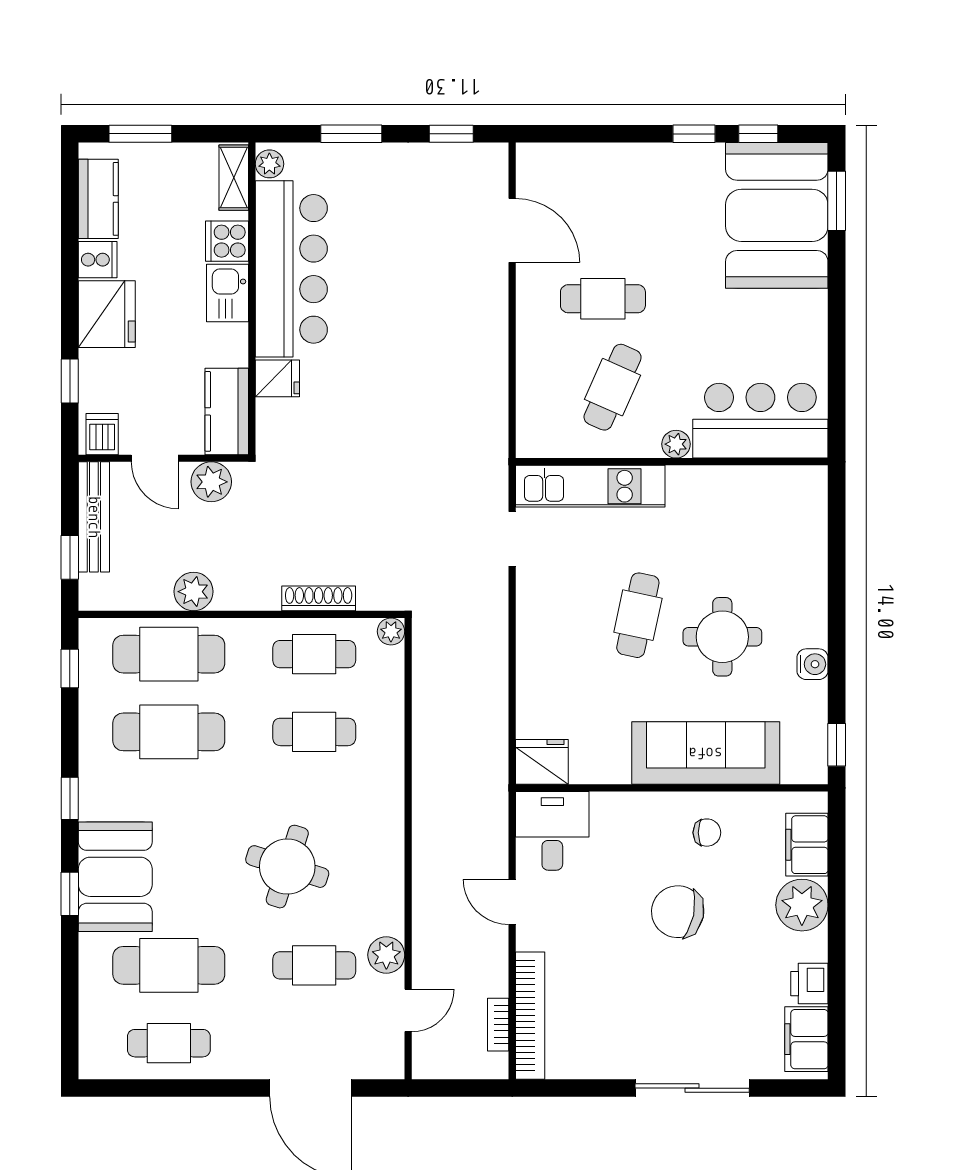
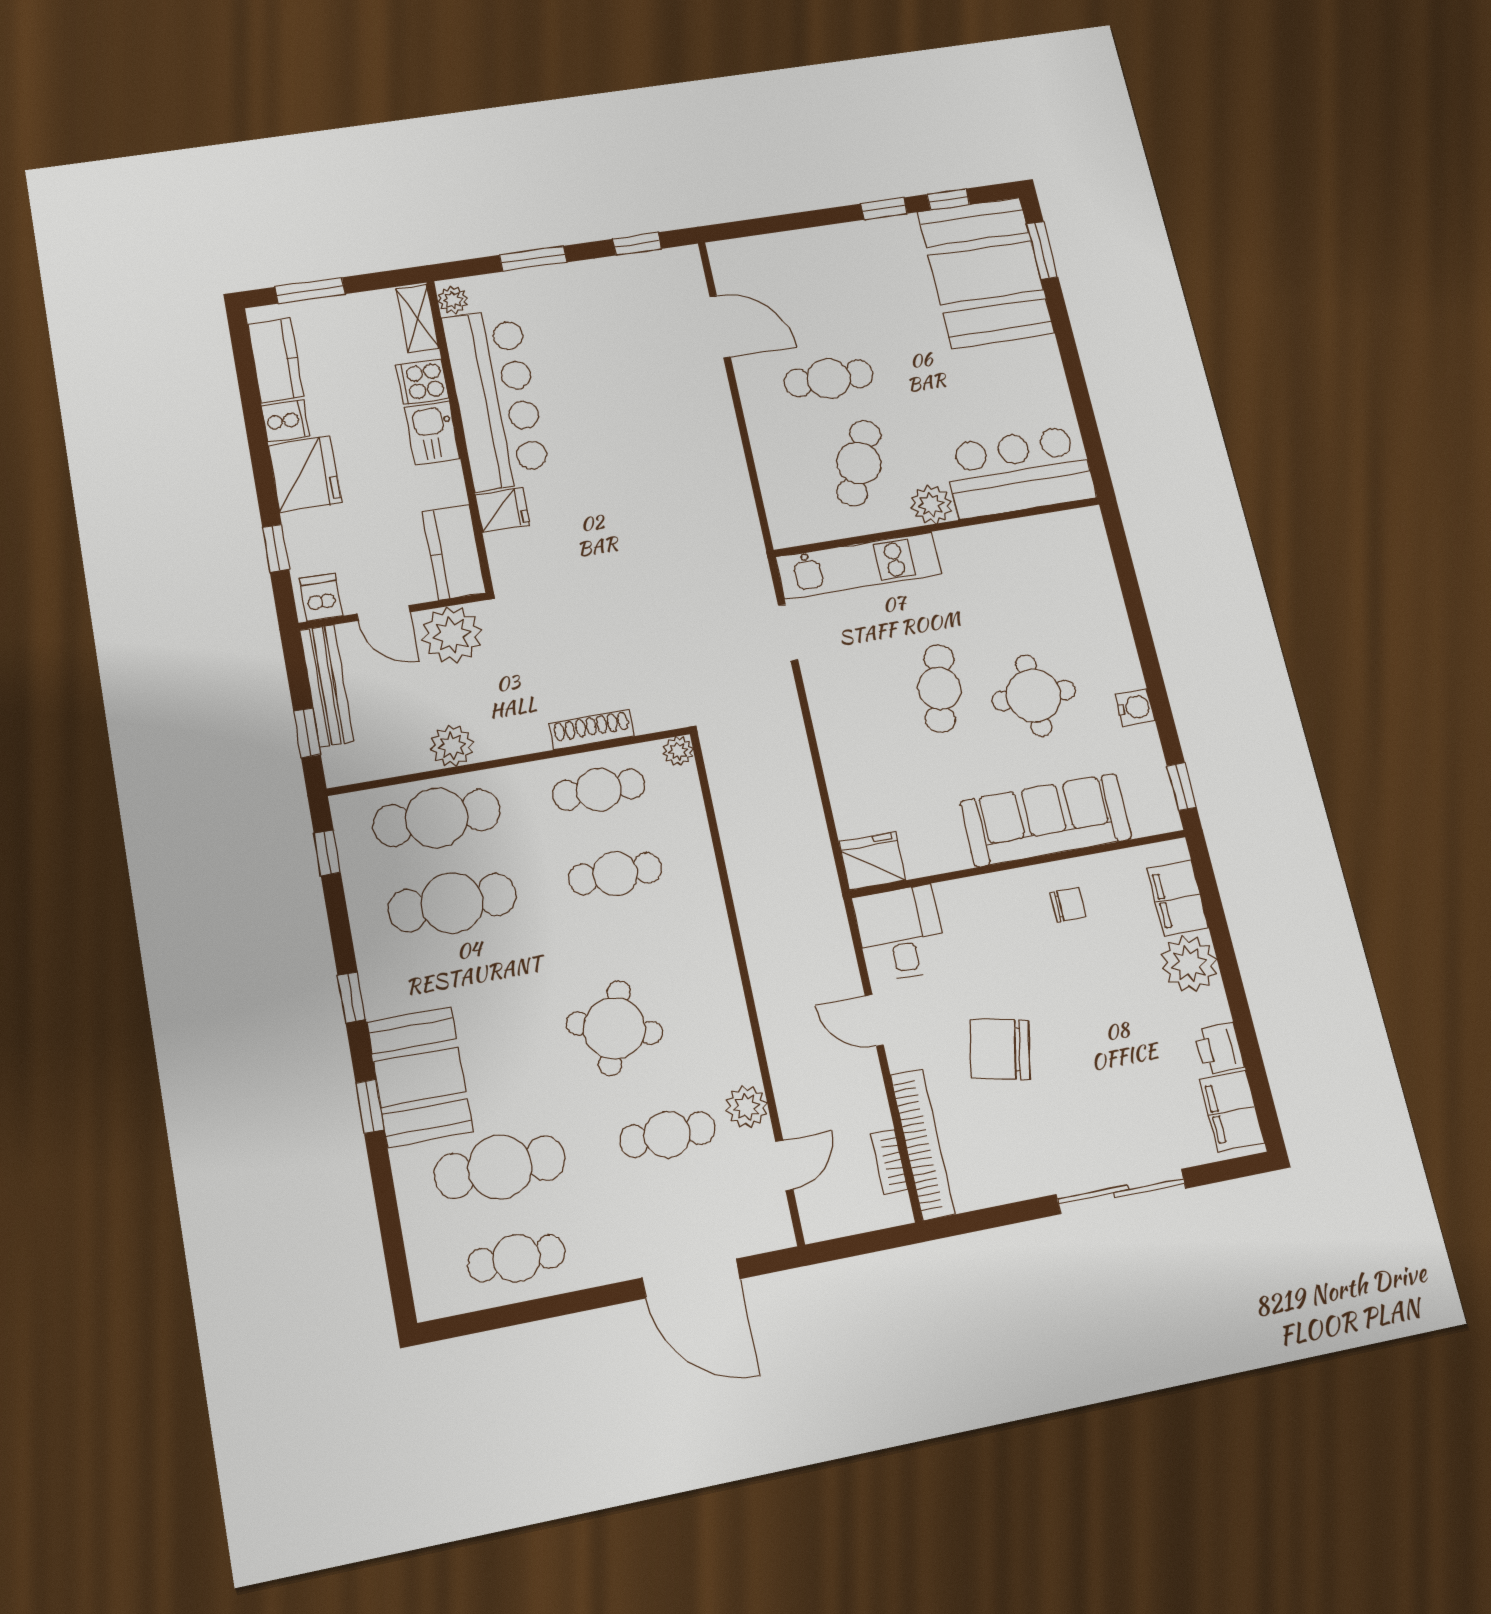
plant: (676, 444) -> (931, 505), width x1.38, depth x1.38
plant: (211, 482) -> (452, 635), width x1.36, depth x1.36
chair: (678, 912) -> (1000, 1049), moved

